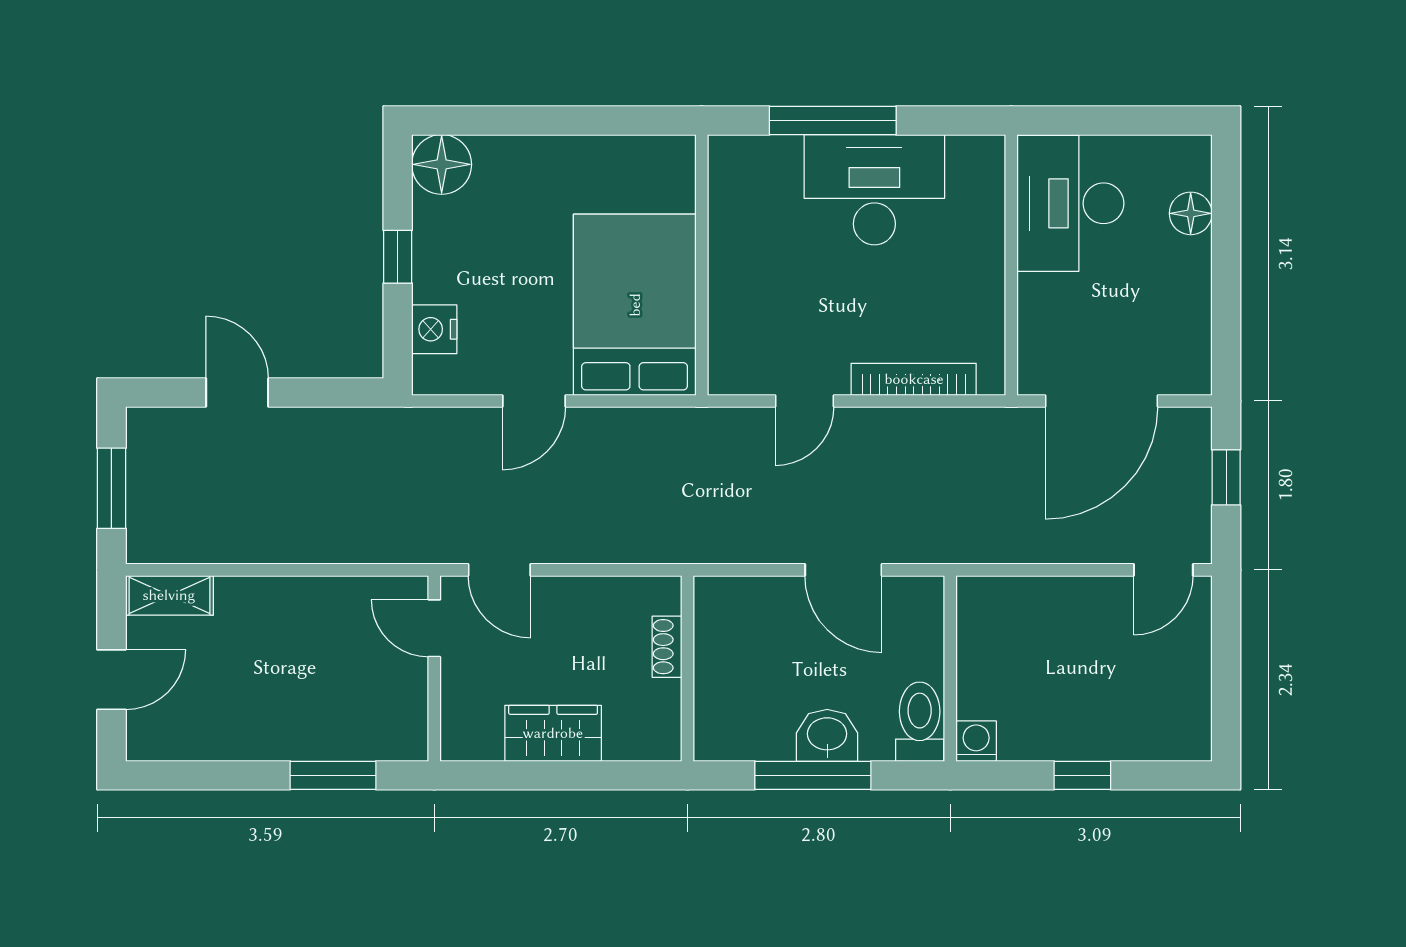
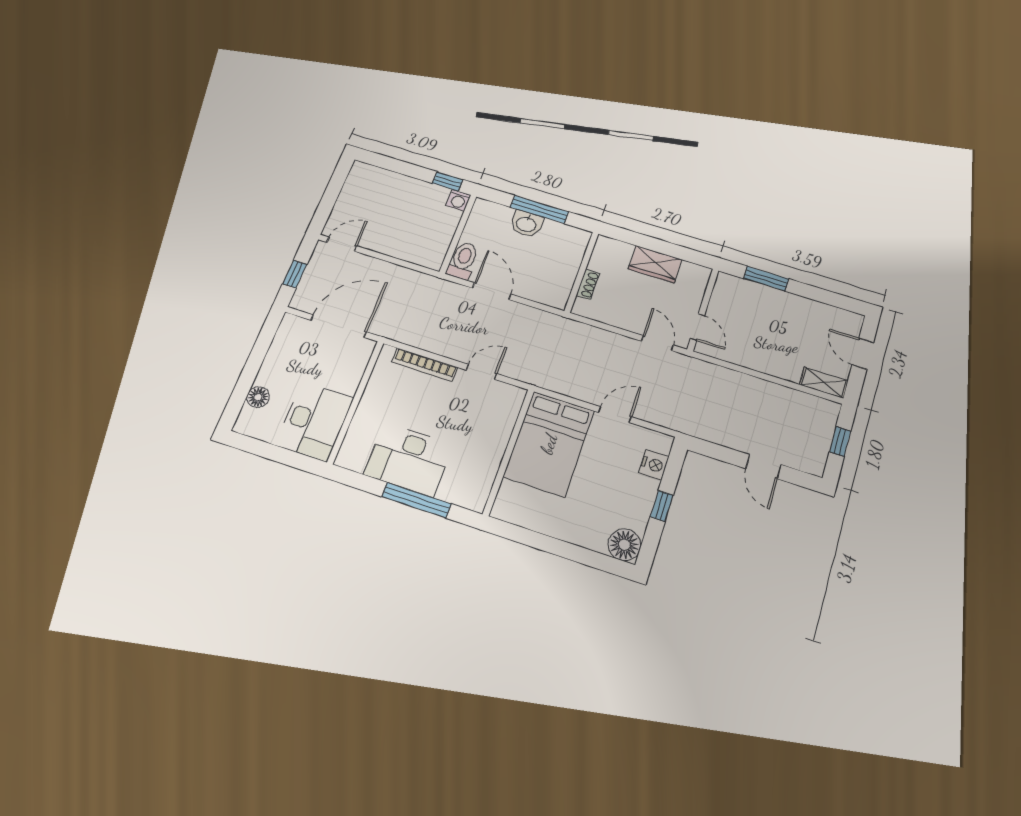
window: (111, 488) -> (840, 441), width x0.67
door: (111, 680) -> (863, 354), hinge flipped
toilet: (920, 722) -> (463, 260), moved, turned 180
window: (1082, 775) -> (448, 181), moved

